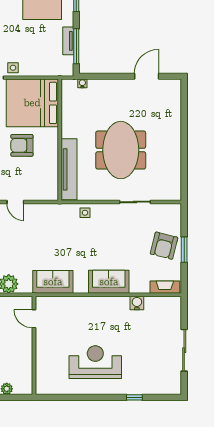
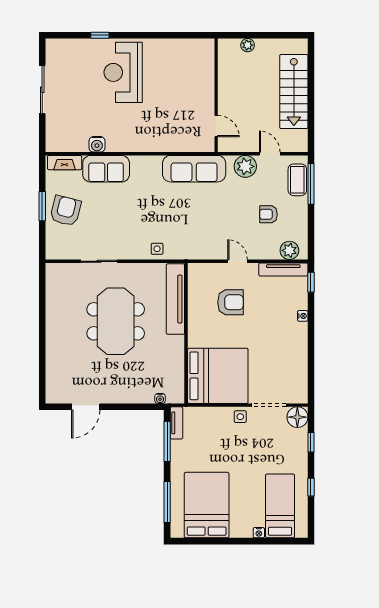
tv unit: (68, 41) -> (176, 423), moved
armchair: (22, 145) -> (230, 302), moved
sofa: (53, 282) -> (194, 169), width x1.36
sofa: (109, 282) -> (106, 169), moved
reception desk: (95, 362) -> (123, 72), moved, turned 90

